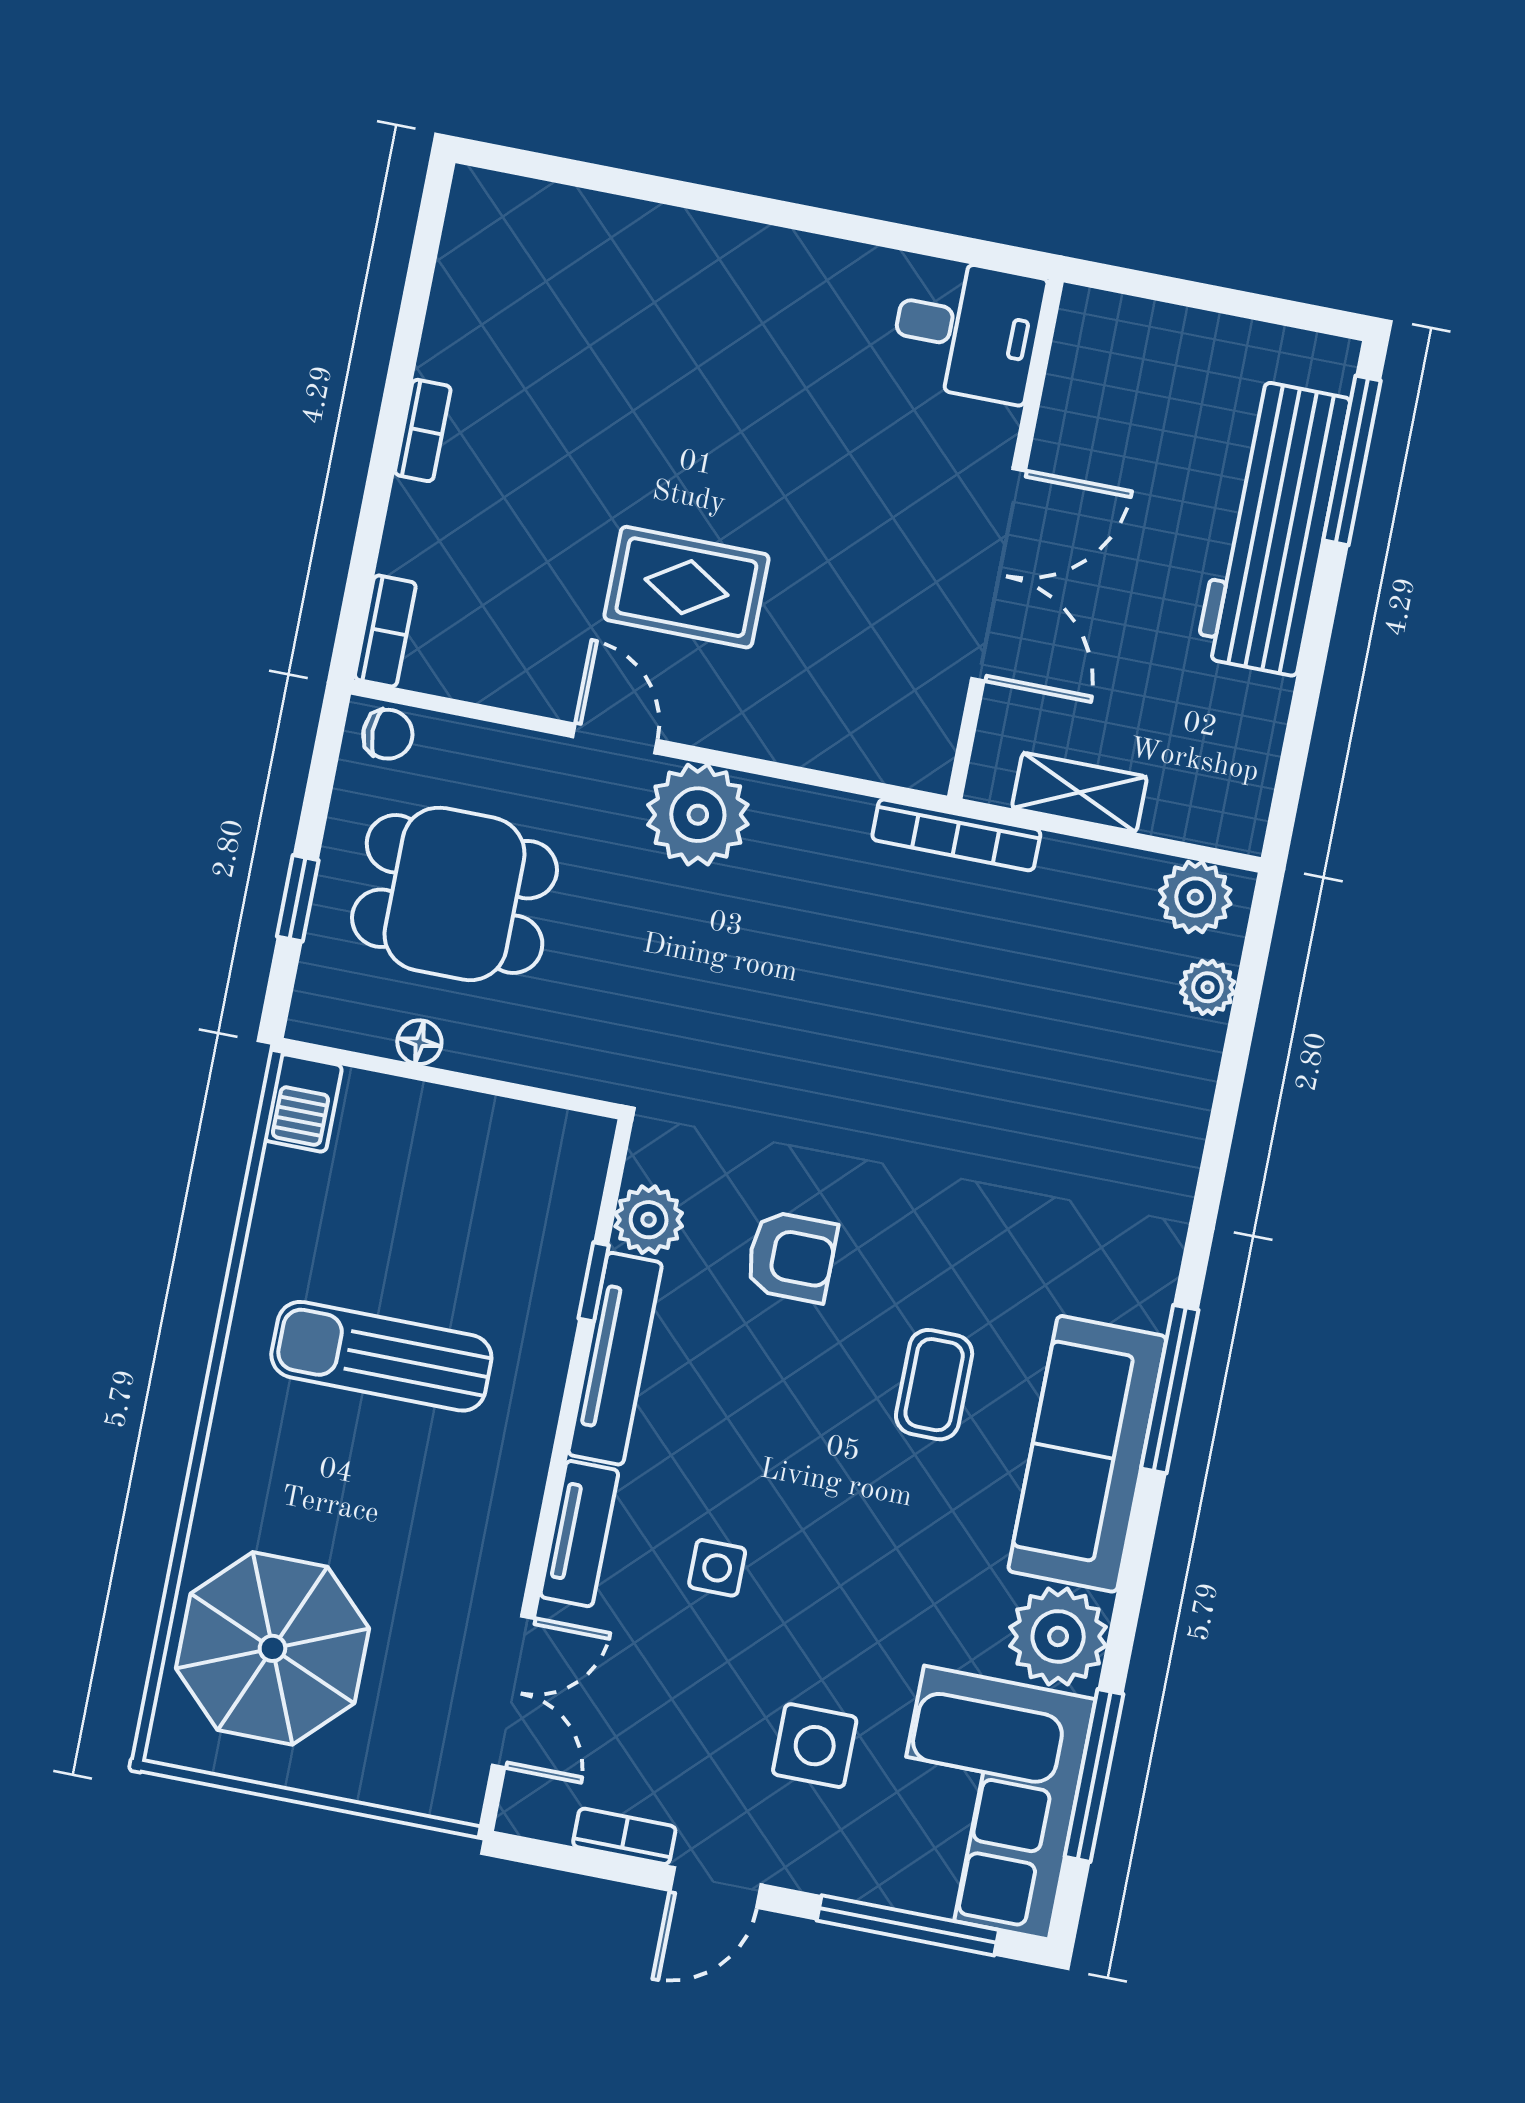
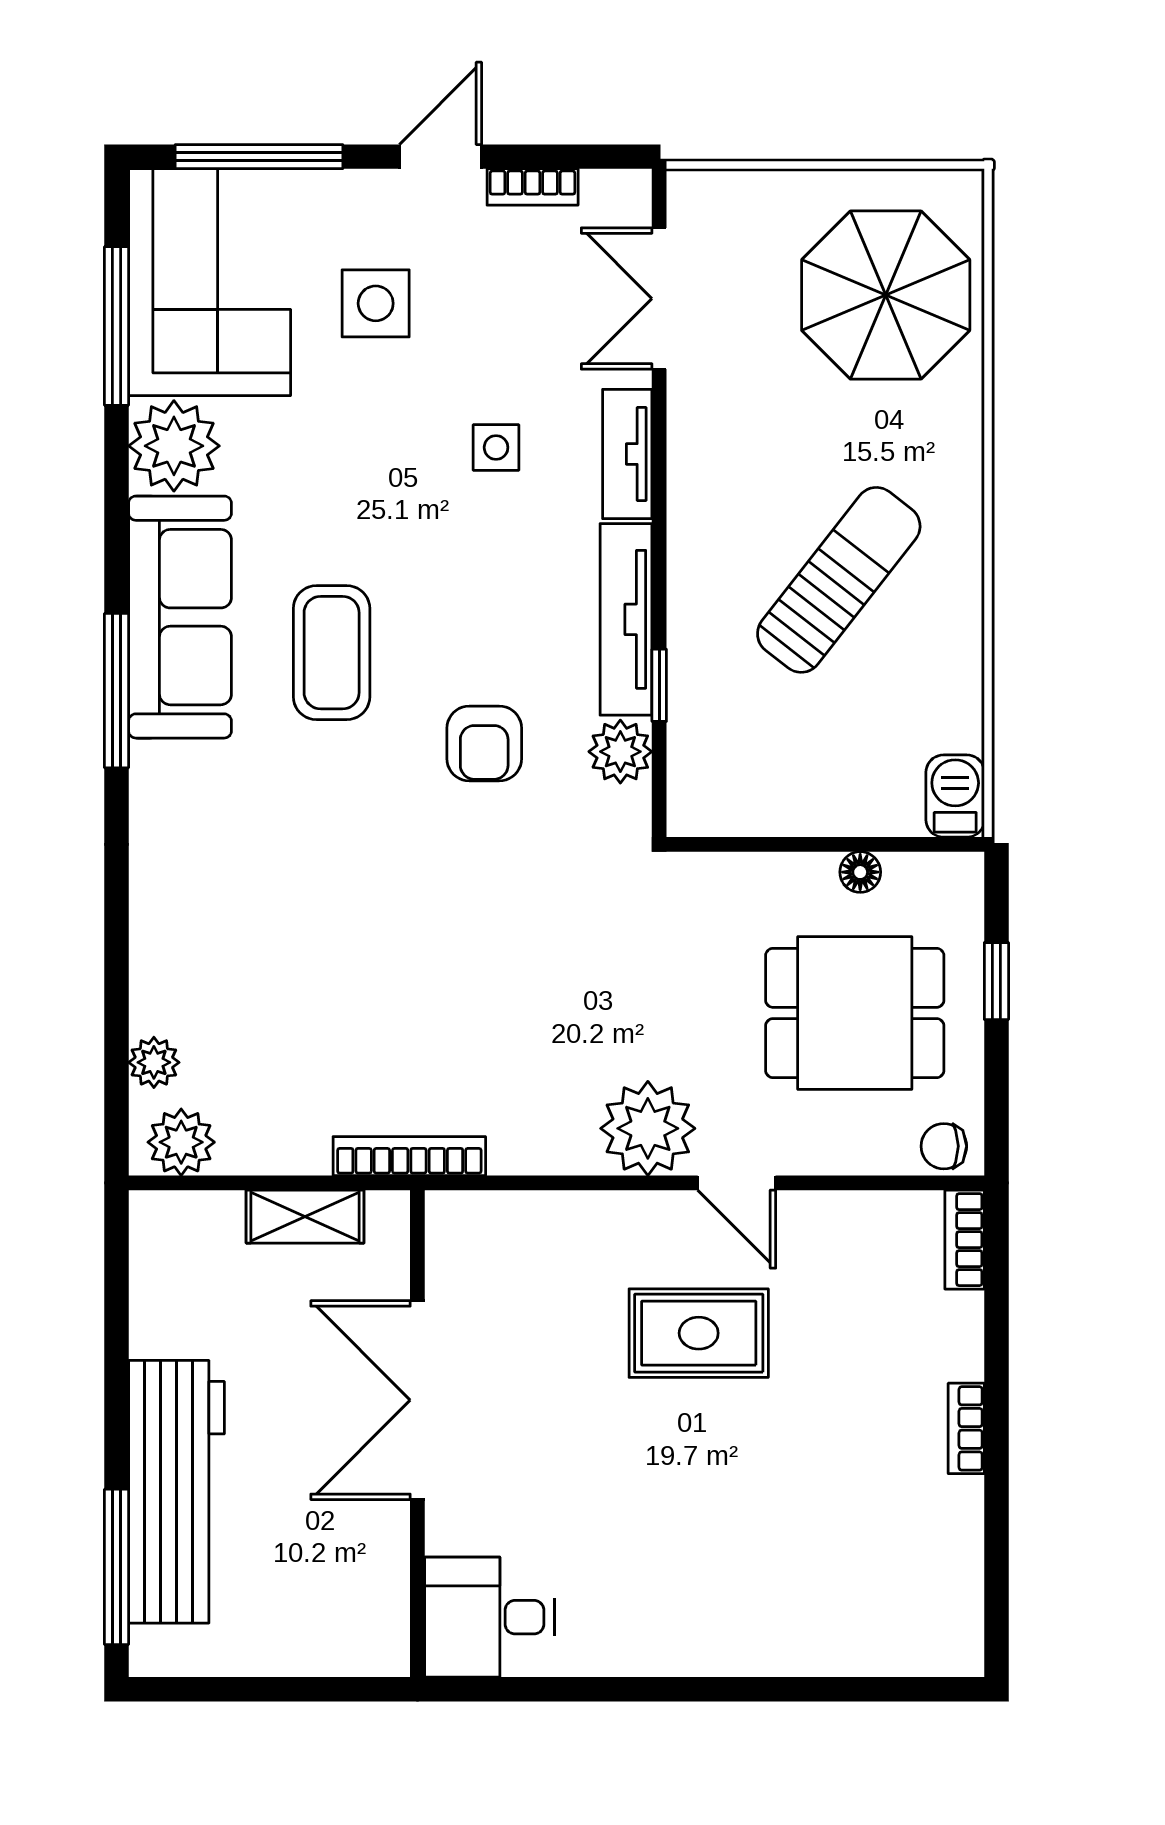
armchair: (791, 1257) -> (484, 743), turned -90
sun lounger: (381, 1356) -> (839, 580), turned -52
coffee table: (934, 1385) -> (332, 653), width x1.36, depth x1.30

